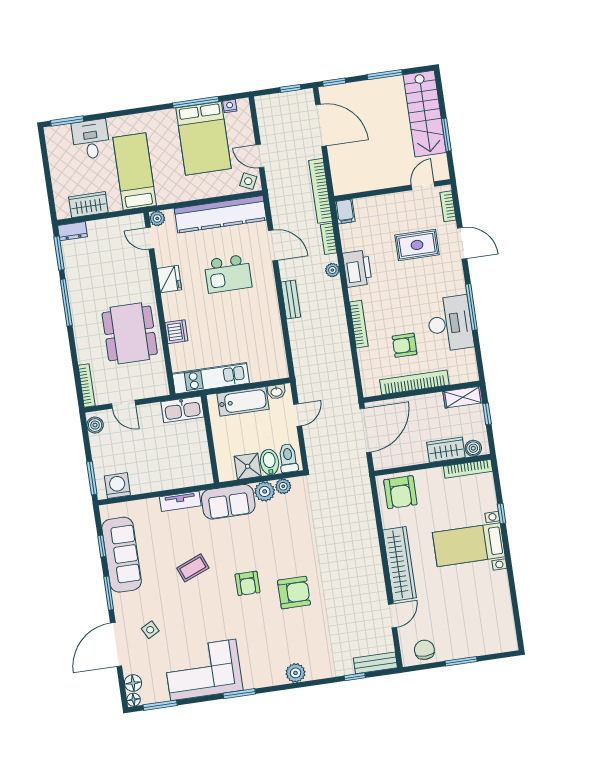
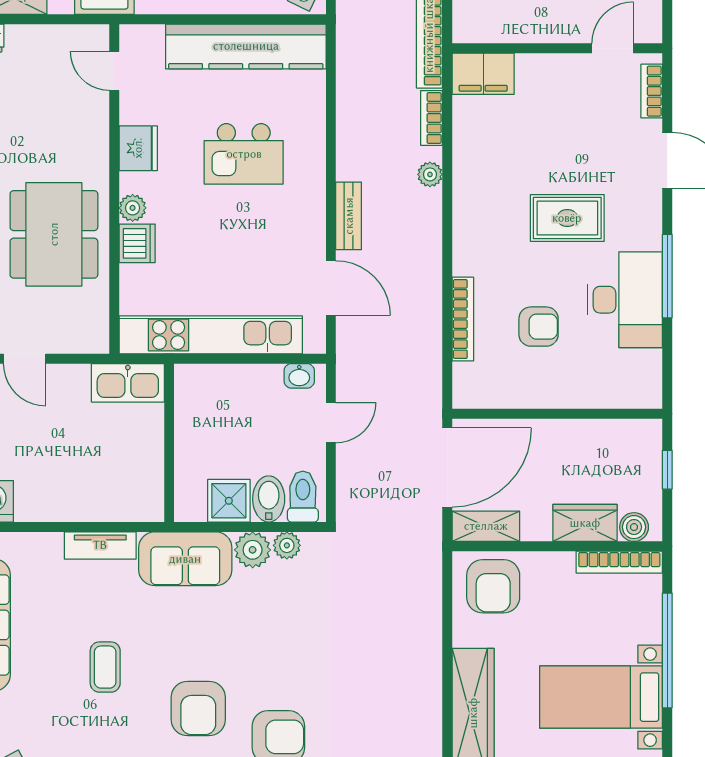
filing cabinet: (345, 211) -> (483, 74), width x2.00
plant: (157, 218) -> (133, 208), moved
door: (273, 245) -> (331, 288), moved
rug: (417, 245) -> (567, 218), moved
printer: (357, 269) -> (475, 178), removed
bookcase: (359, 324) -> (463, 319), moved
armchair: (405, 345) -> (539, 327), turned 180
kitchen unit: (211, 378) -> (211, 335), width x1.36
bookcase: (414, 382) -> (546, 395), removed
shelving: (463, 397) -> (486, 526), moved
bathtub: (243, 401) -> (237, 384), removed
window: (502, 514) -> (667, 650), width x3.17
coffee table: (193, 568) -> (105, 667), turned -68
armchair: (247, 583) -> (198, 708), width x1.38, depth x1.38

